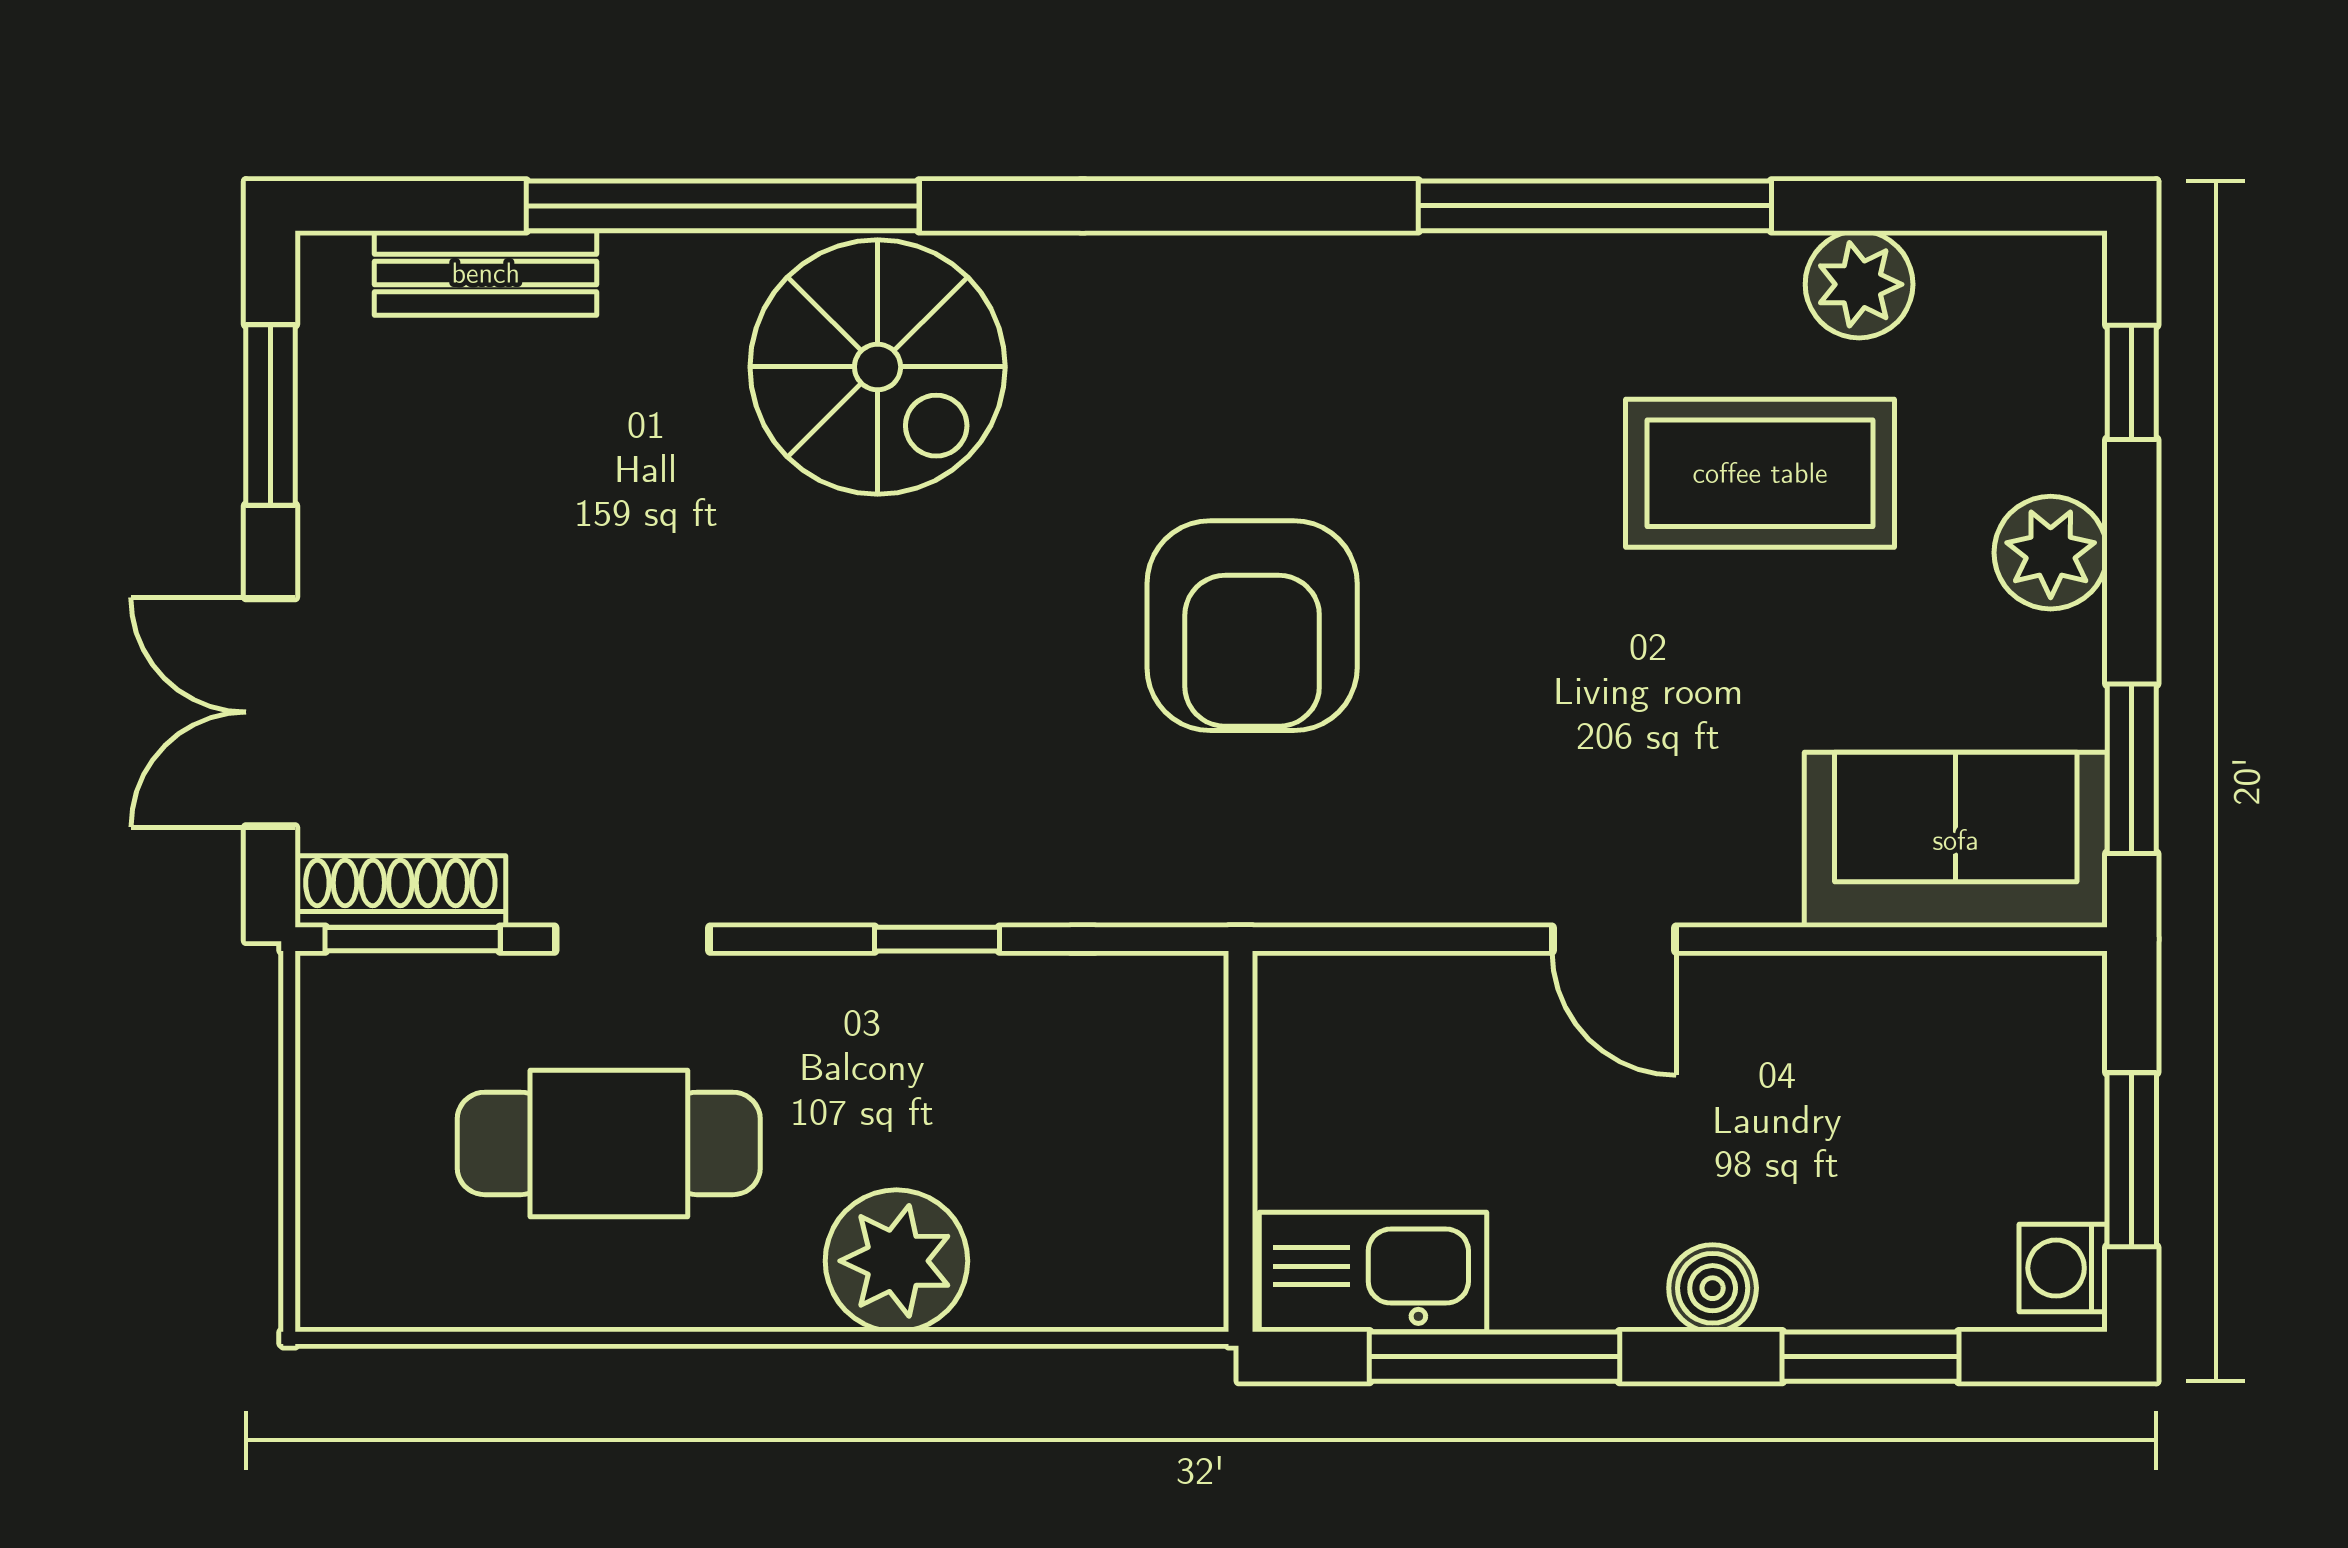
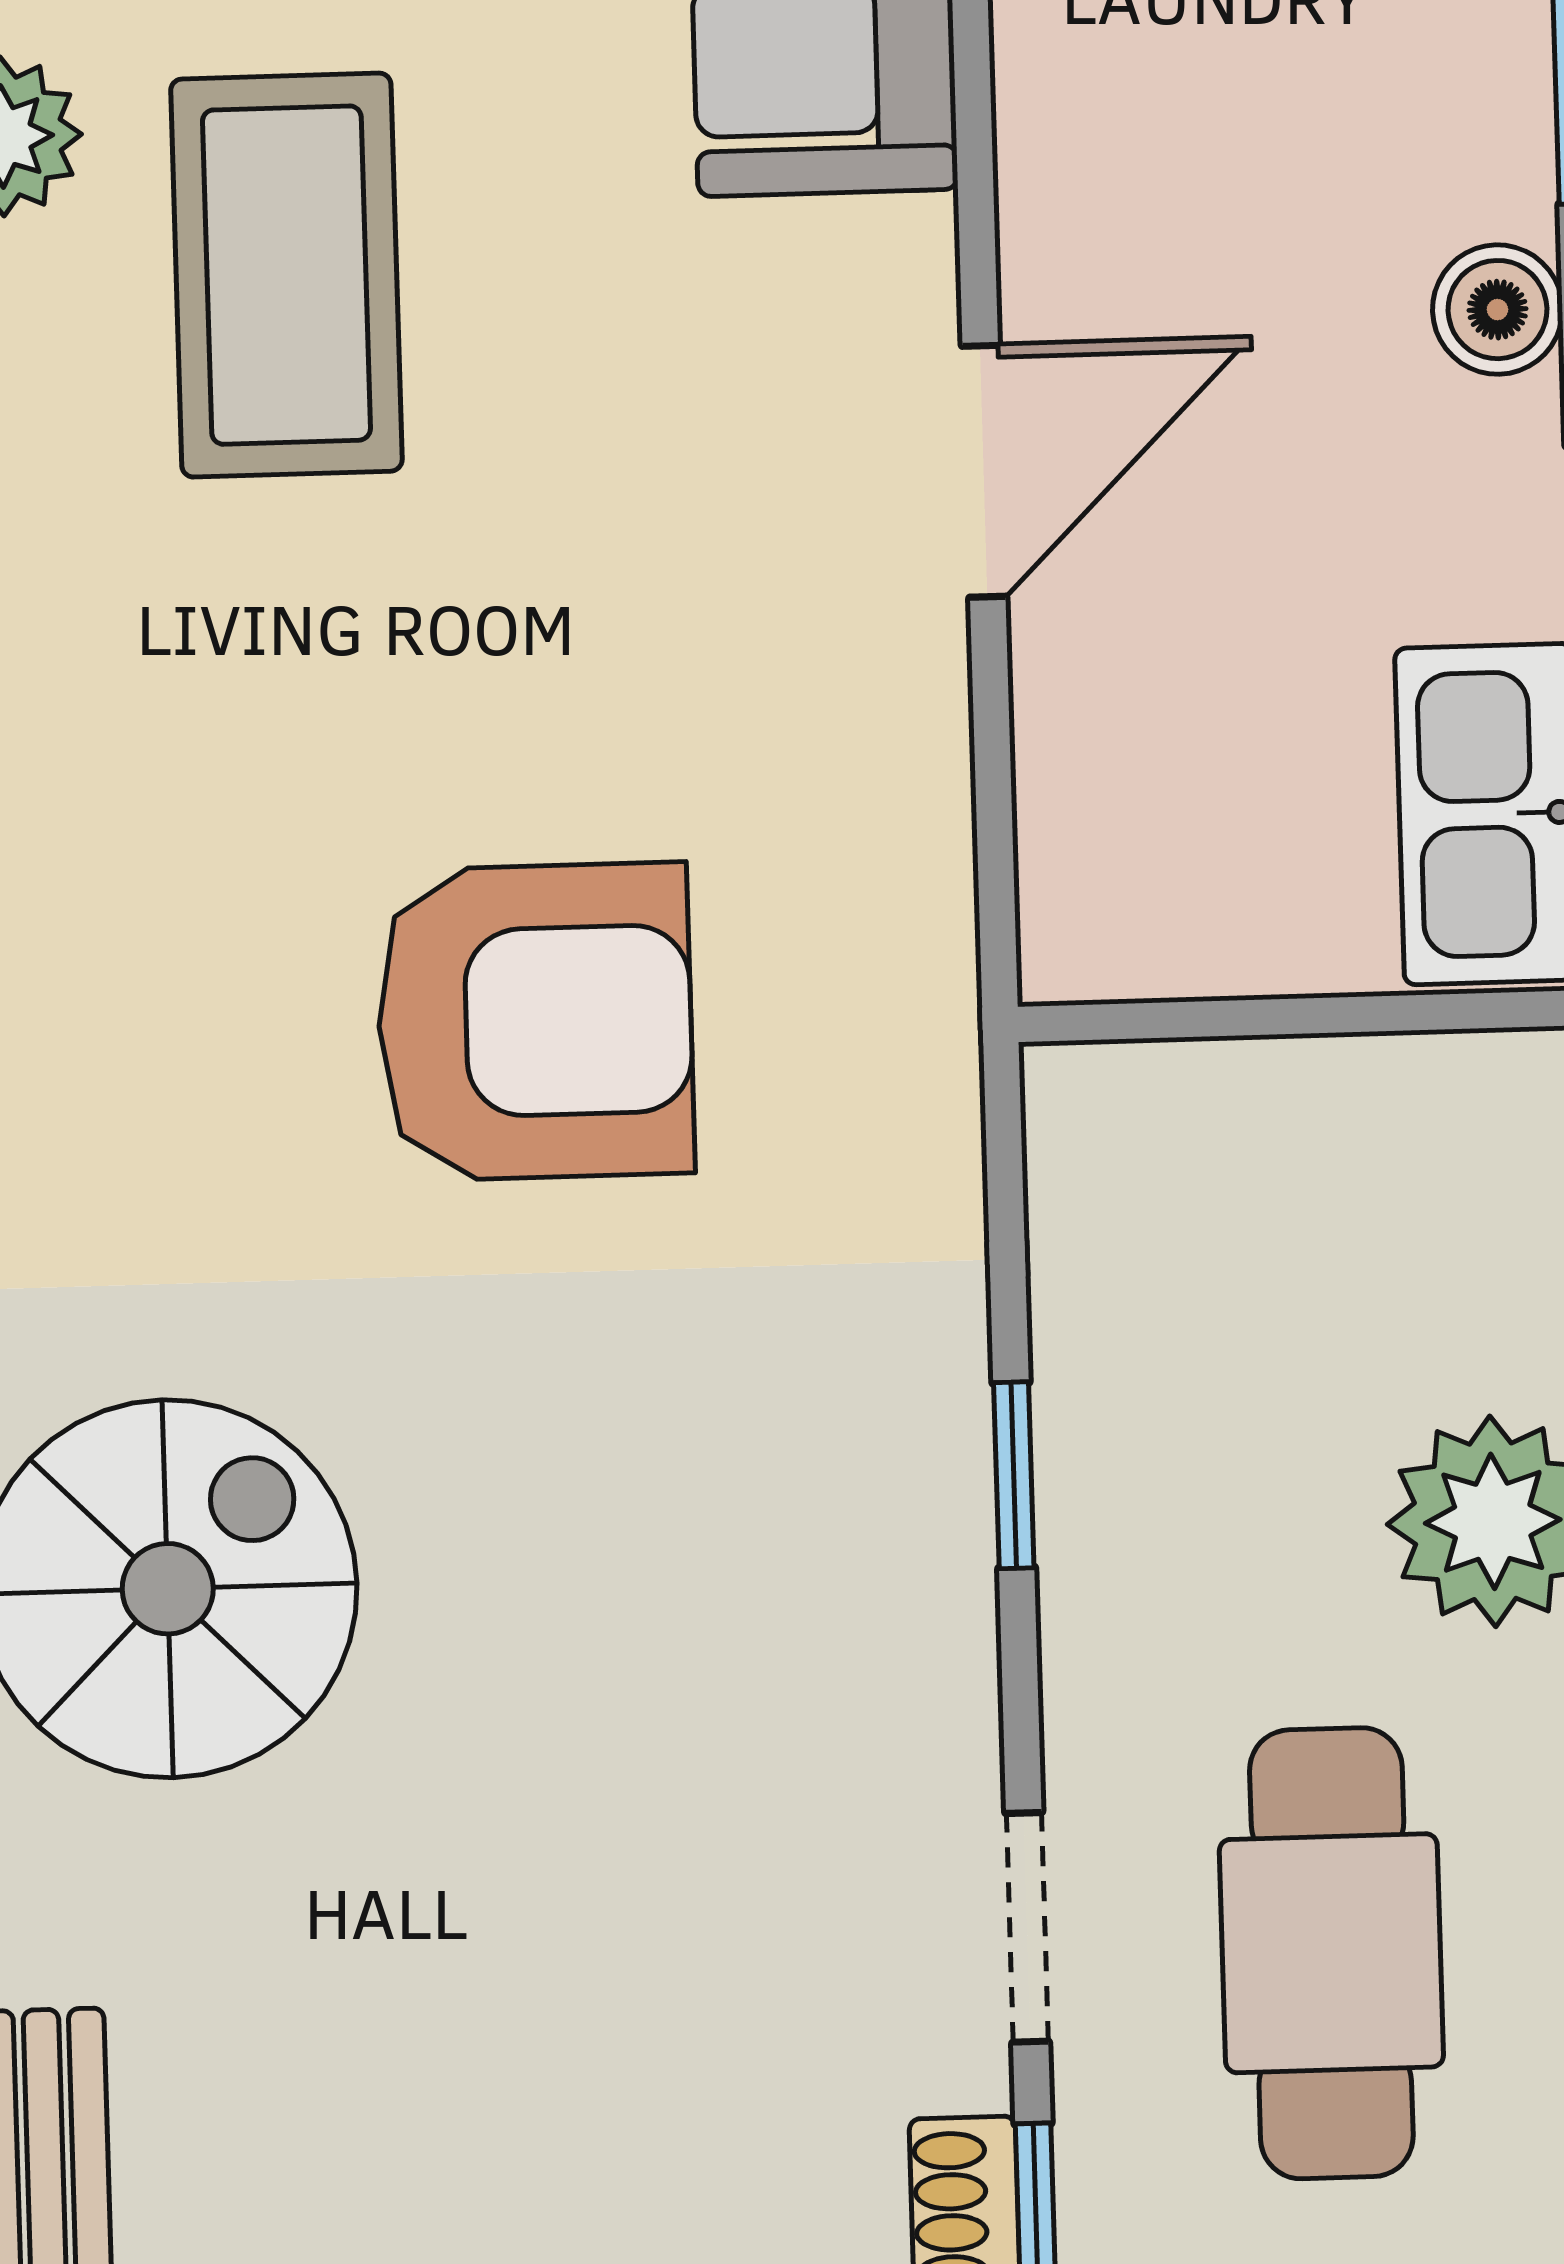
door: (1614, 939) -> (984, 471), width x1.38

